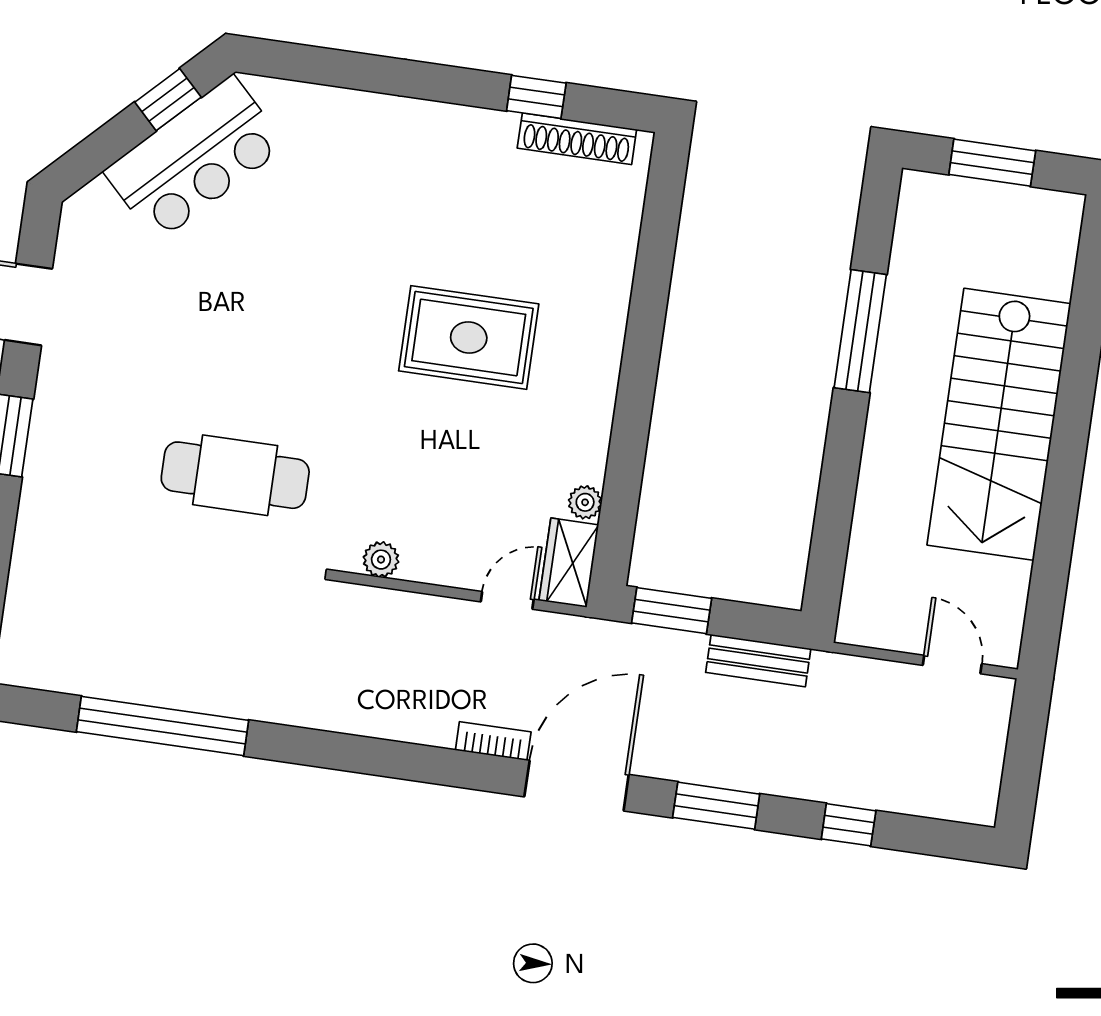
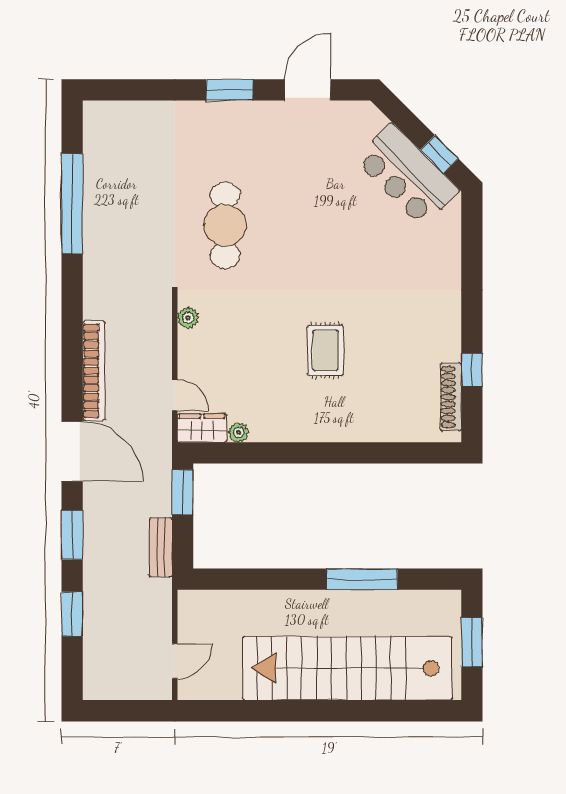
rug: (469, 337) -> (325, 350), width x0.73, depth x0.70
stairs: (999, 424) -> (347, 668), width x1.36
bookcase: (493, 741) -> (94, 371), width x2.31, depth x1.31
window: (849, 825) -> (72, 614), width x1.50

